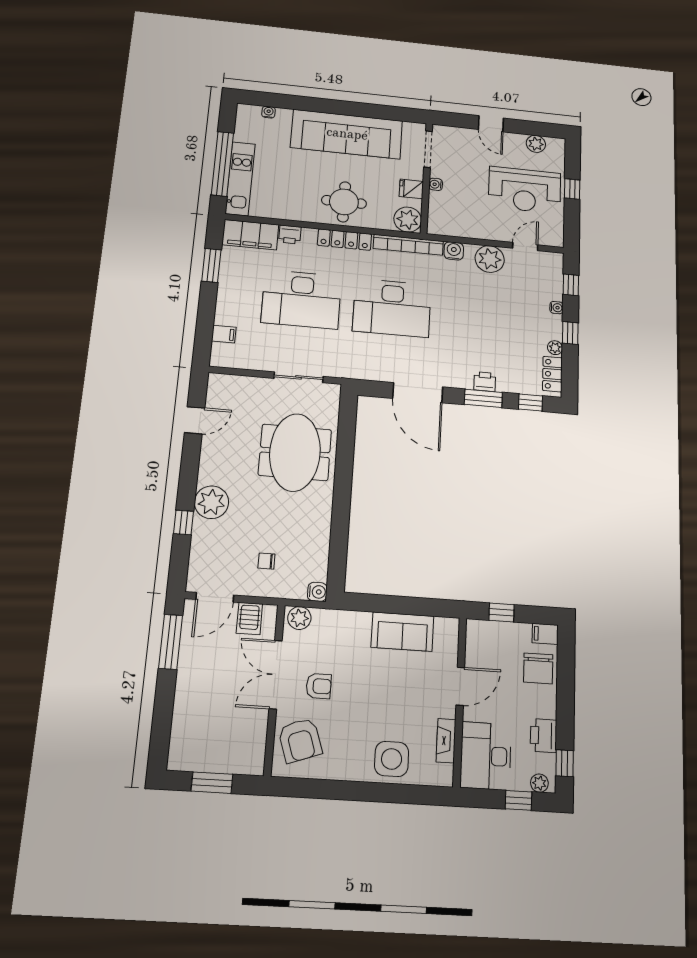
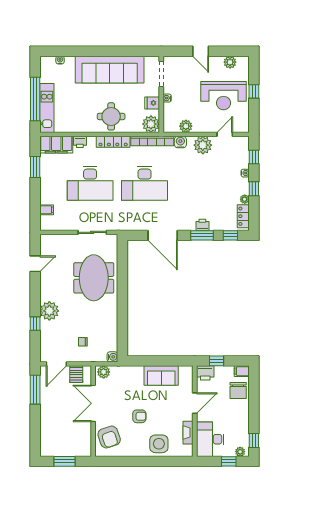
plant: (463, 228) -> (186, 126), added
armchair: (319, 686) -> (139, 416), moved
printer: (544, 736) -> (205, 373), moved, turned -90

